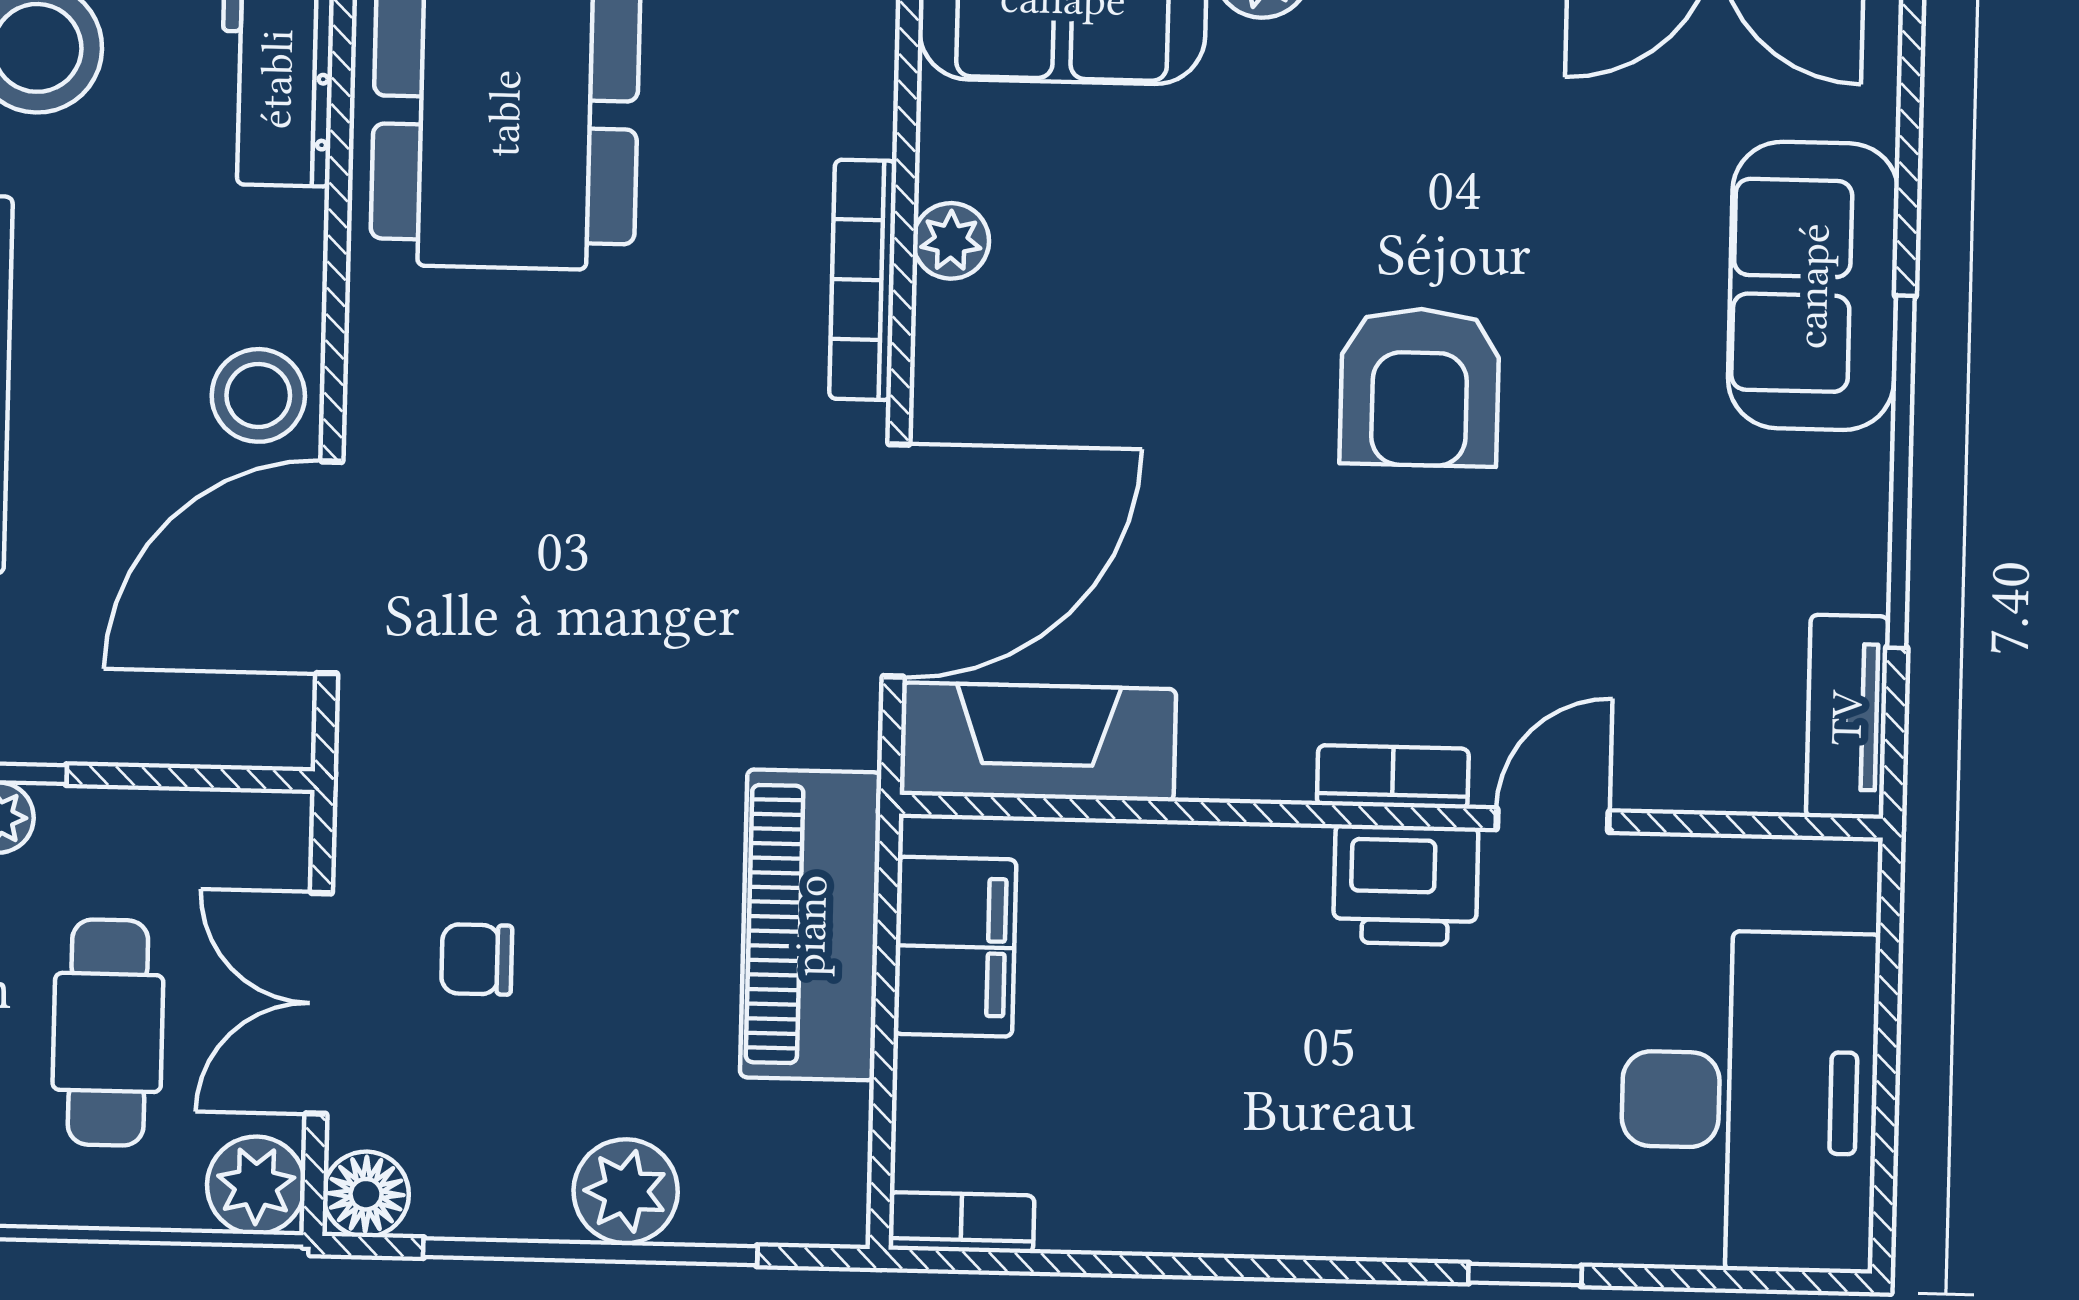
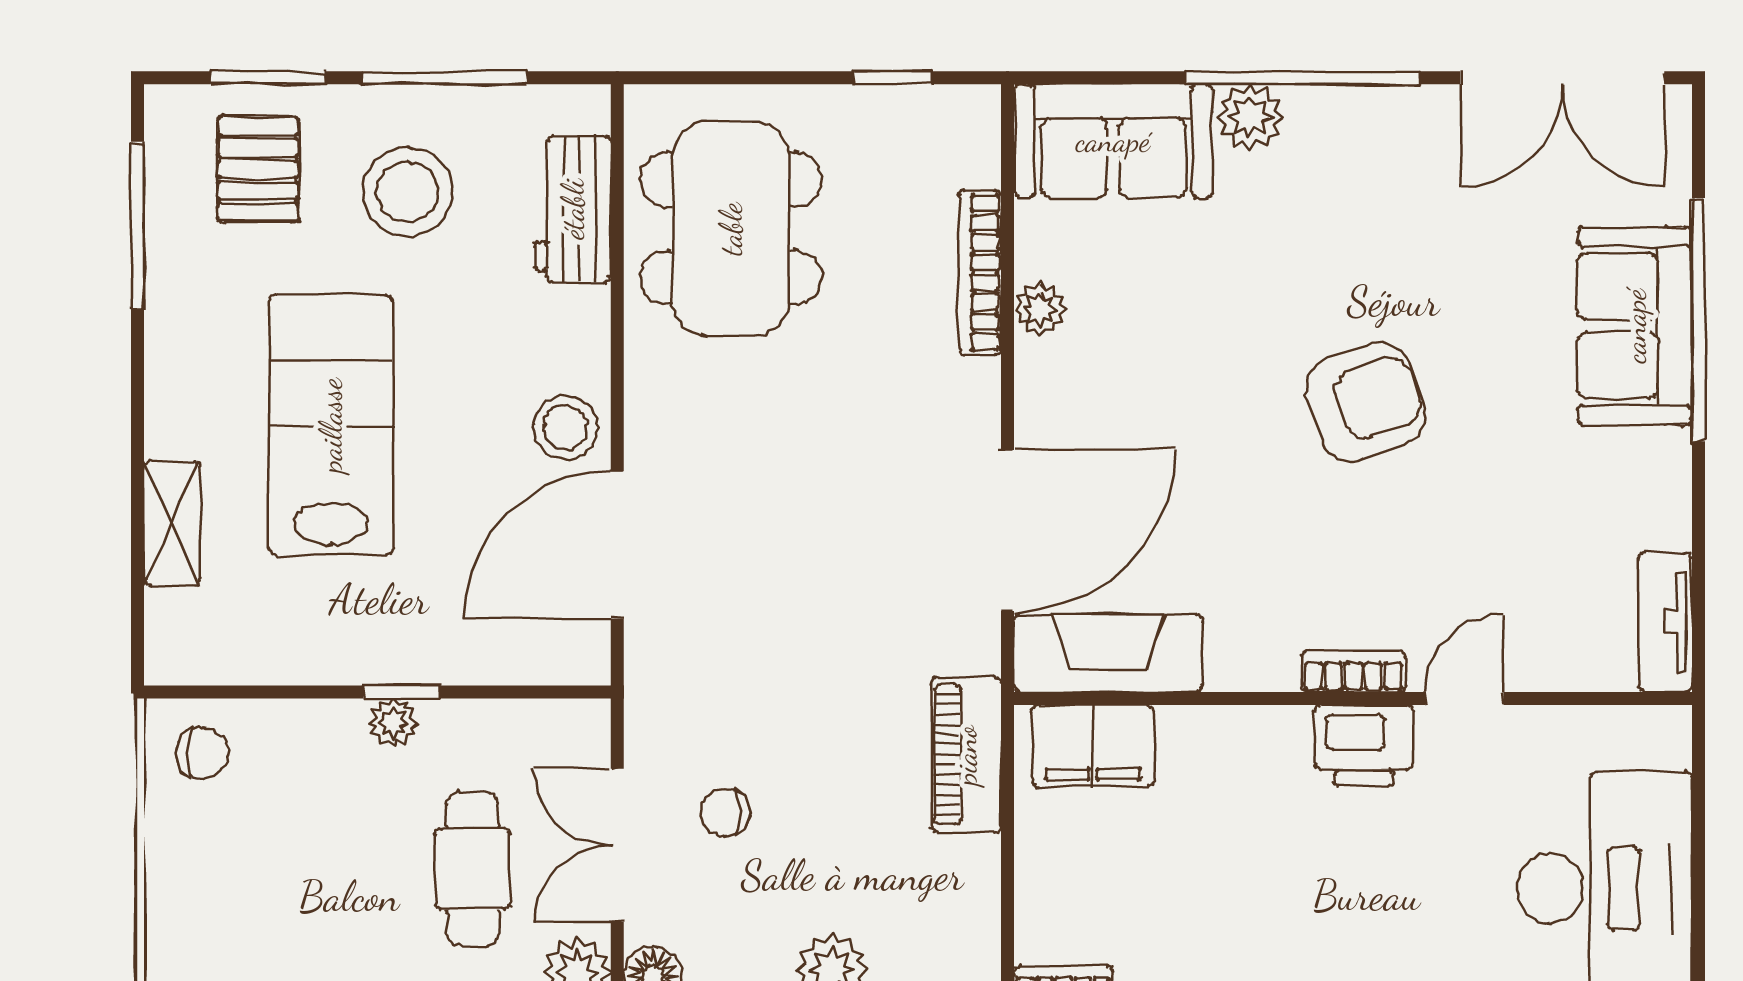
bookcase: (863, 280) -> (980, 273), moved
armchair: (1420, 387) -> (1365, 402), turned -110
window: (1901, 472) -> (1698, 320), moved
piano: (811, 925) -> (966, 755), width x0.73, depth x0.75
filing cabinet: (955, 947) -> (1093, 746), moved, turned 90

